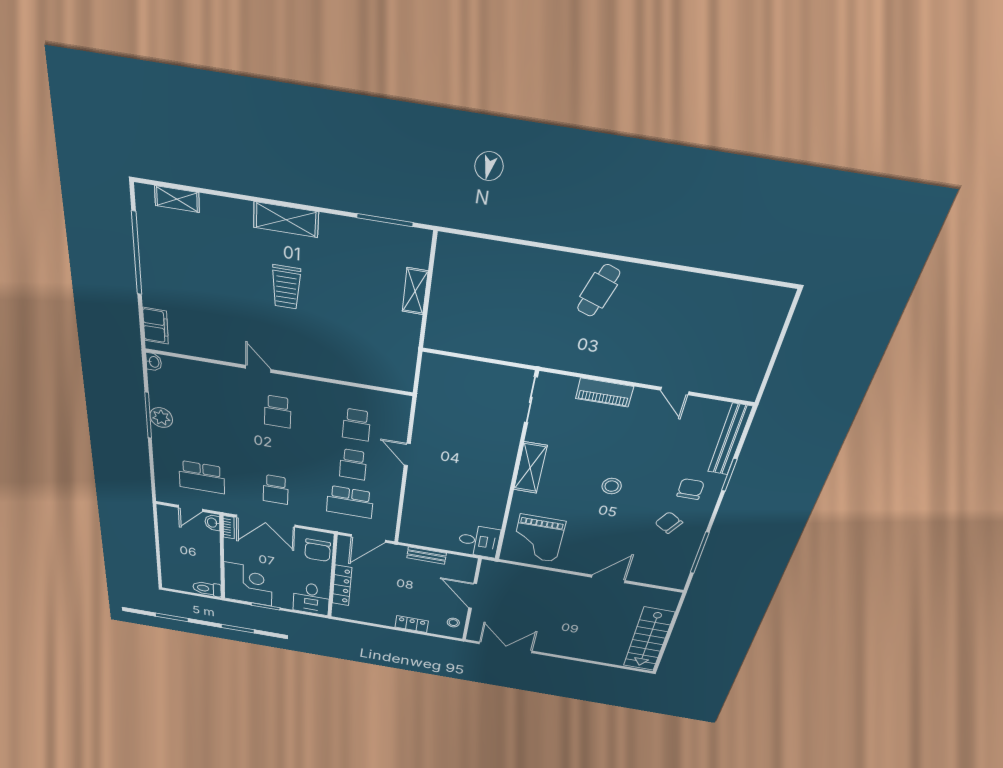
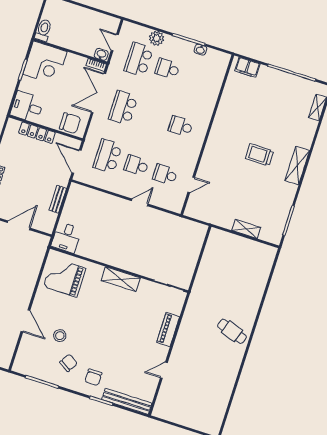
washbasin: (154, 362) -> (201, 50), moved
door: (258, 369) -> (191, 185), moved
plant: (161, 418) -> (156, 38), moved
school desk: (201, 439) -> (167, 69), added
stool: (612, 486) -> (60, 336), moved
chair: (690, 489) -> (93, 377), turned 90
school desk: (276, 490) -> (123, 108), width x1.85
chair: (318, 550) -> (70, 123), turned 180

